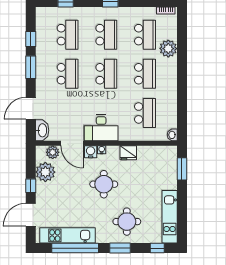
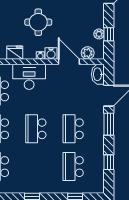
school desk: (106, 35) -> (36, 167), removed
window: (31, 67) -> (109, 124), moved
desk: (101, 128) -> (29, 77), moved
plant: (45, 172) -> (99, 34), width x0.53, depth x0.53
window: (31, 186) -> (109, 34), moved

